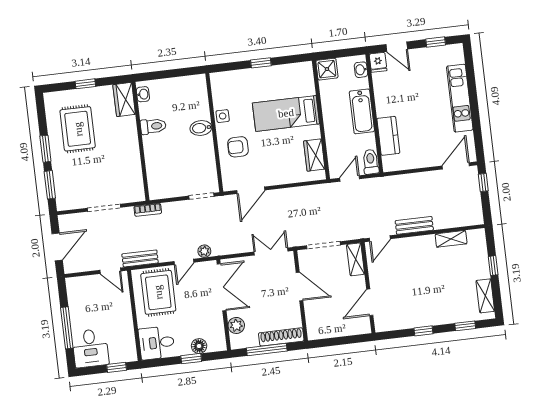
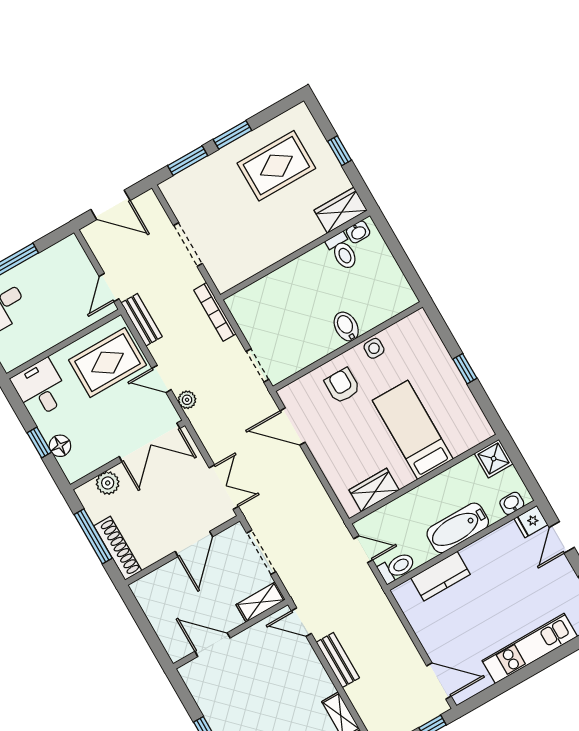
toilet: (153, 126) -> (342, 251), moved
bookcase: (148, 210) -> (215, 312), width x1.56

